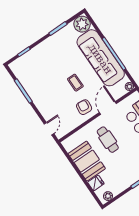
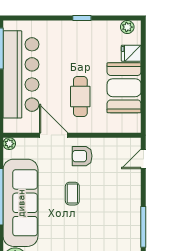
armchair: (84, 107) -> (82, 156), turned 84
door: (108, 108) -> (54, 135), swing flipped

